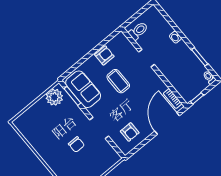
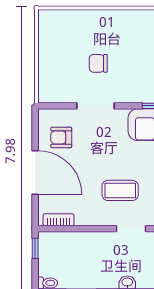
coffee table: (118, 81) -> (120, 190), moved
door: (167, 123) -> (35, 172), moved

